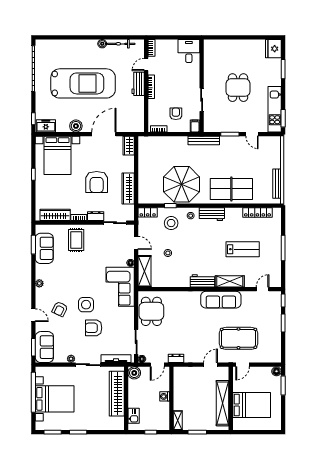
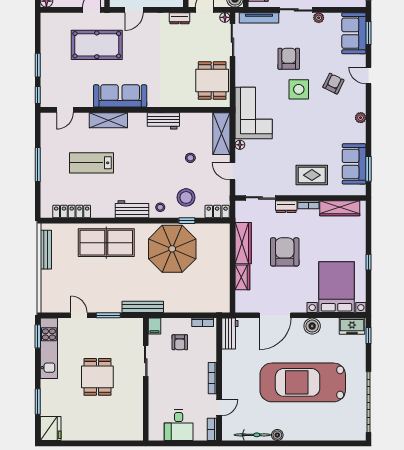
desk: (189, 51) -> (179, 425), moved
workbench: (138, 84) -> (230, 334), moved
wardrobe: (129, 146) -> (242, 277), moved
rug: (76, 240) -> (312, 175), turned 90
workbench: (203, 281) -> (163, 121), moved
armchair: (94, 328) -> (289, 59), turned -90

